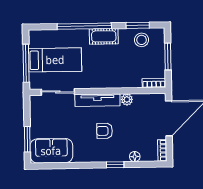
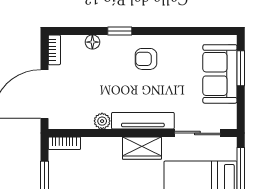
wardrobe: (98, 80) -> (142, 148), added
armchair: (105, 131) -> (146, 59), moved, turned 180
sofa: (51, 151) -> (220, 74), moved, turned 90

